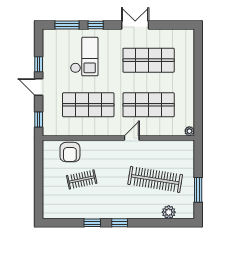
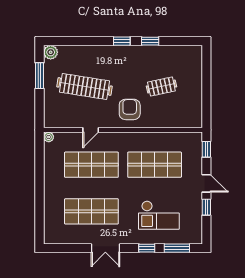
checkout: (84, 57) -> (159, 215), turned -90
door: (132, 138) -> (91, 130), moved
armchair: (70, 152) -> (130, 109), moved
plant: (169, 212) -> (51, 52), moved

